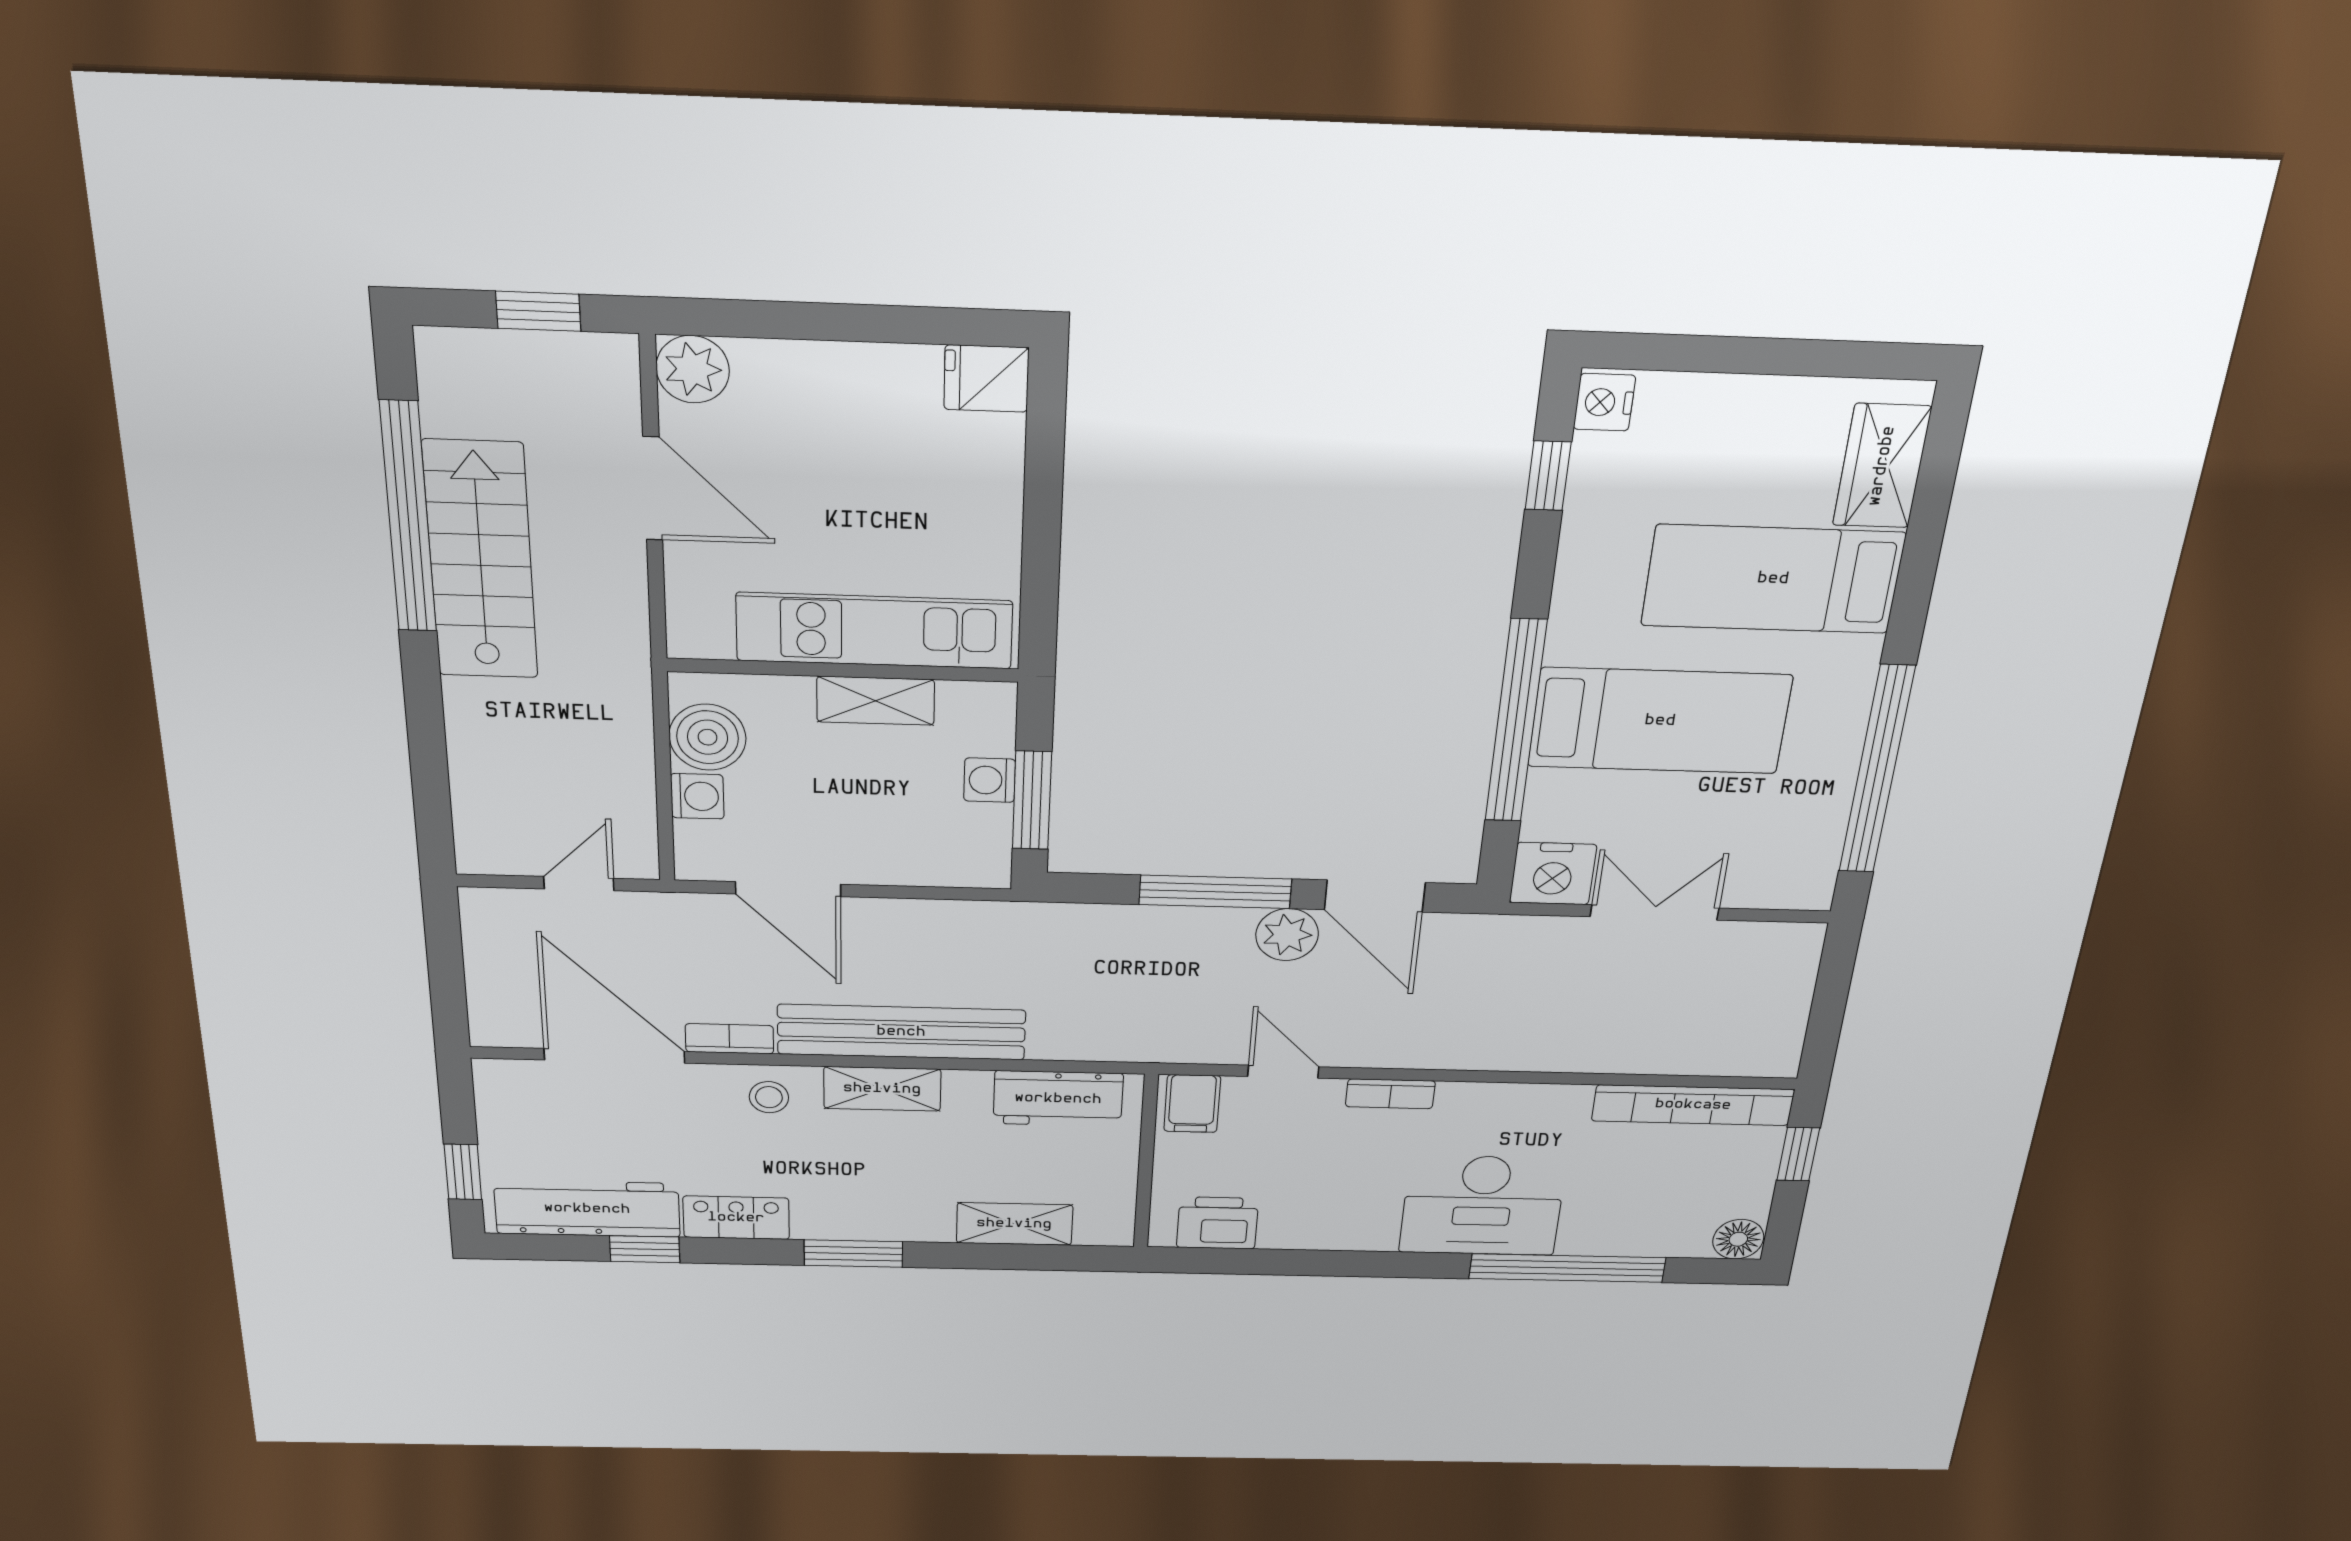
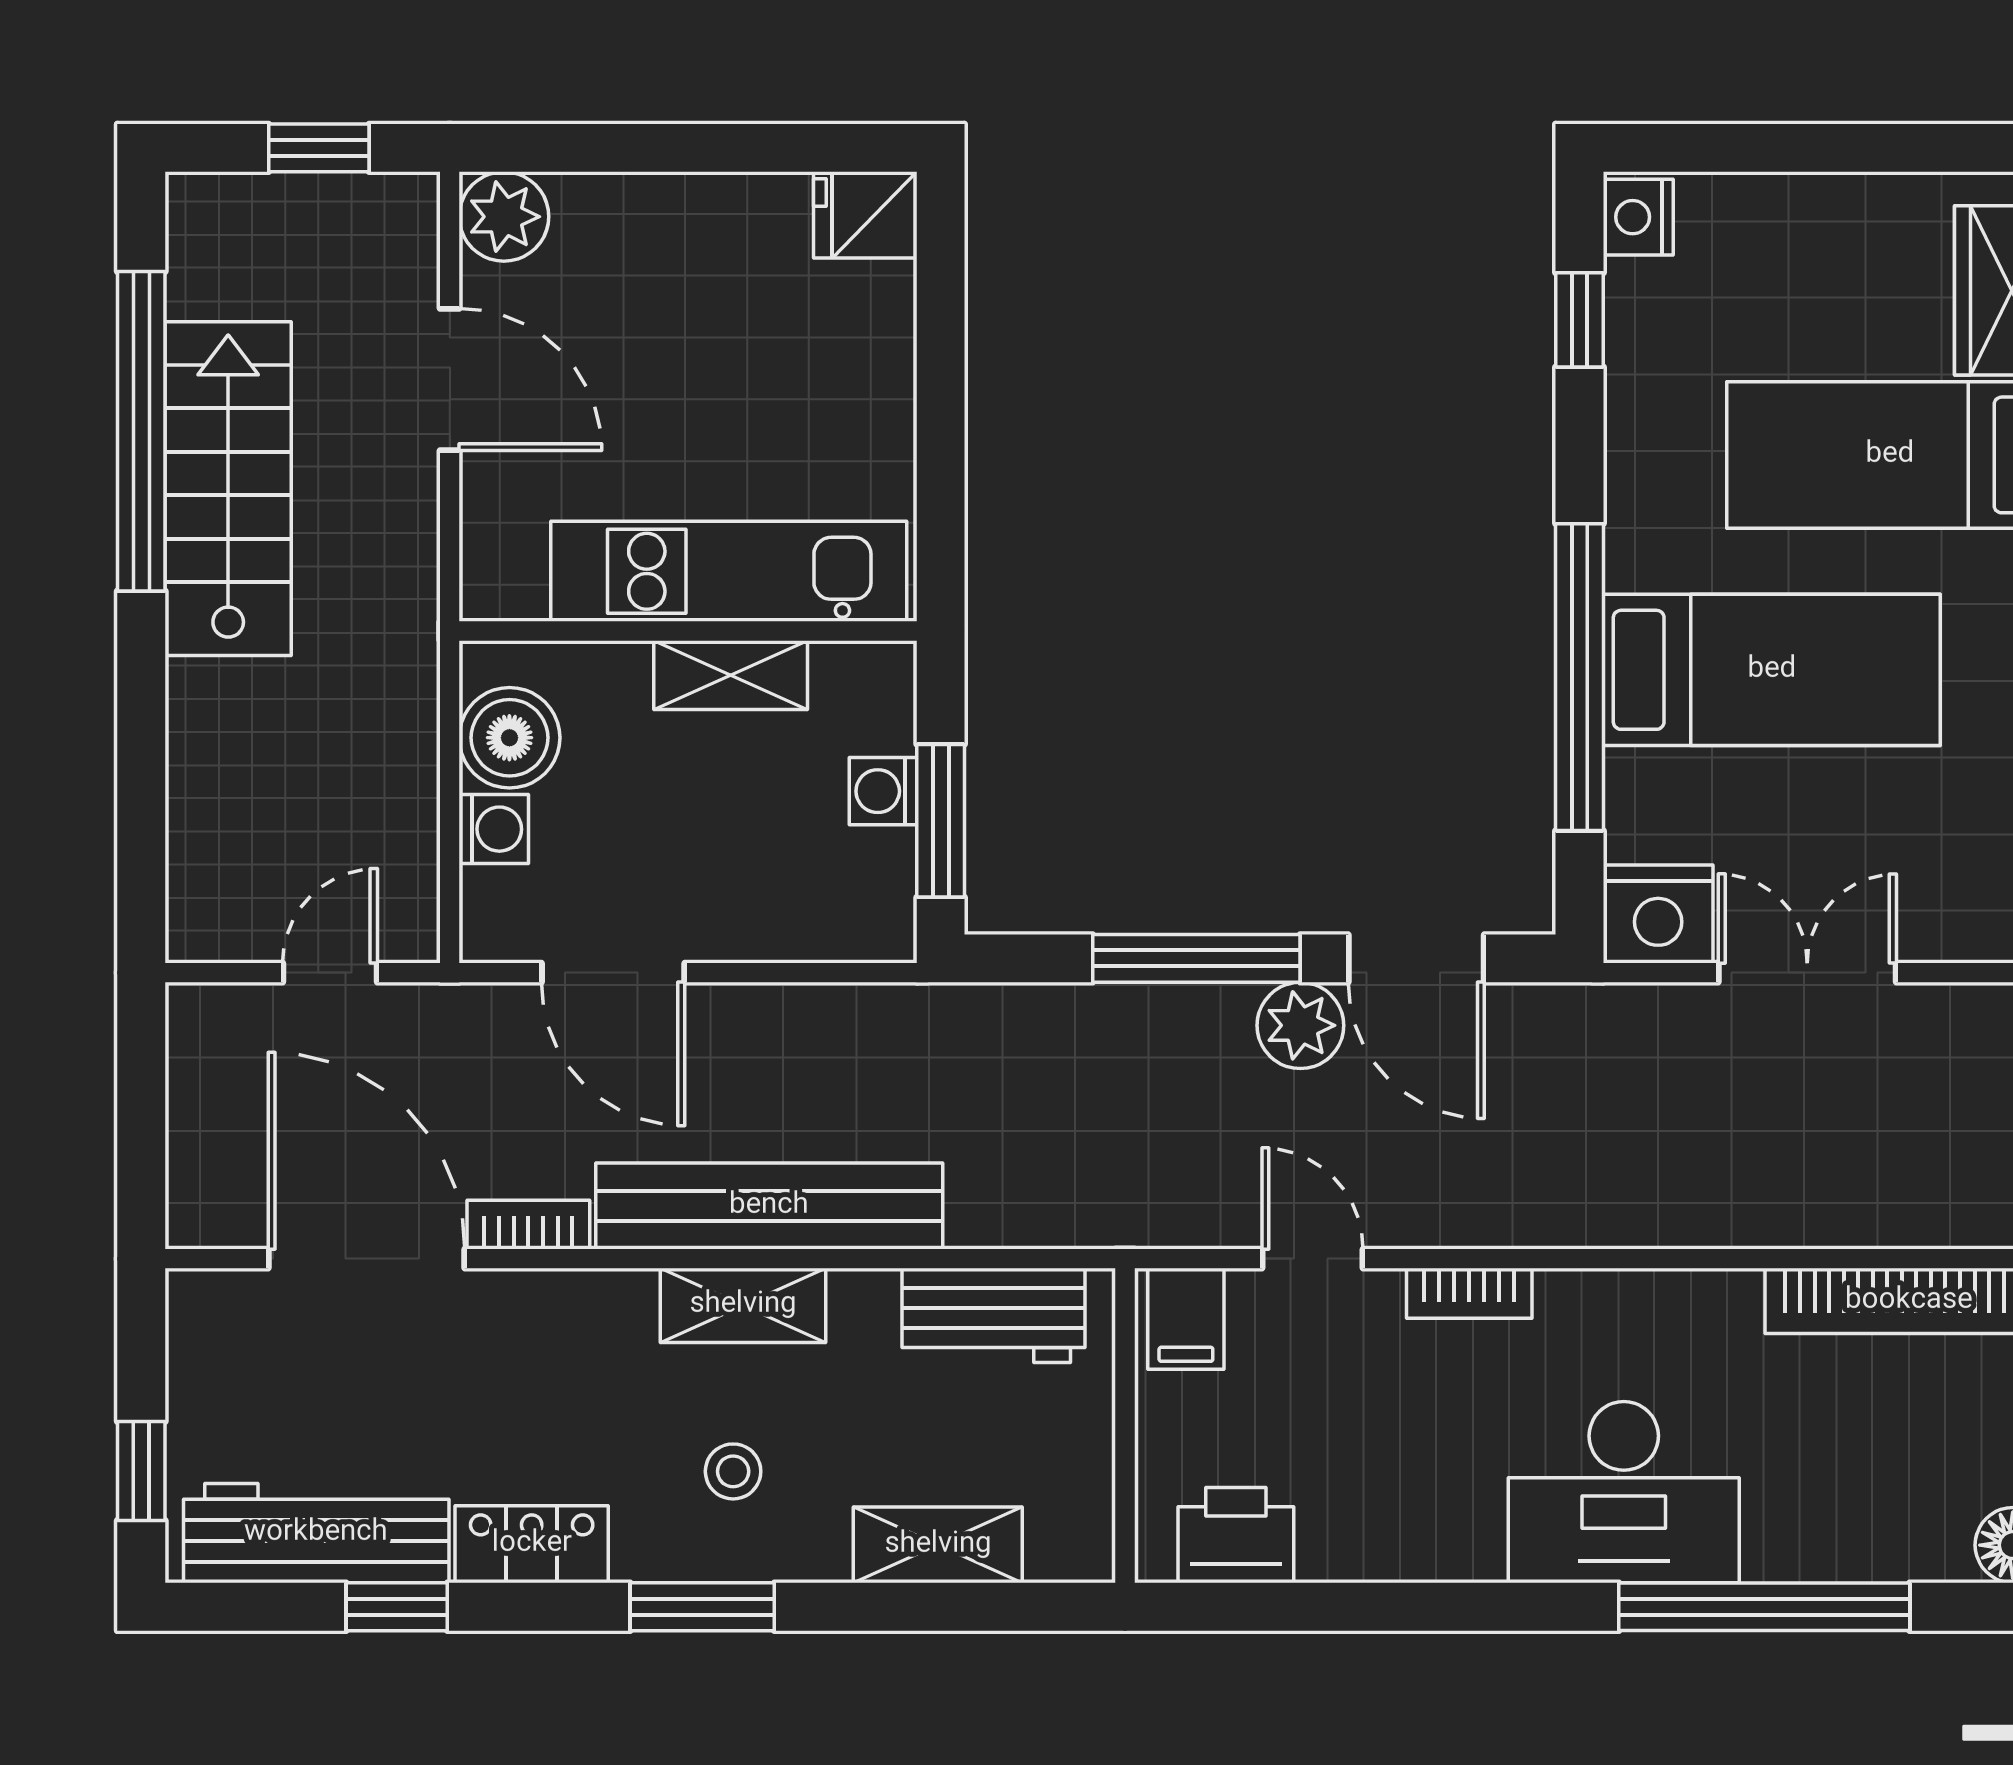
stool: (769, 1097) -> (733, 1471), moved

